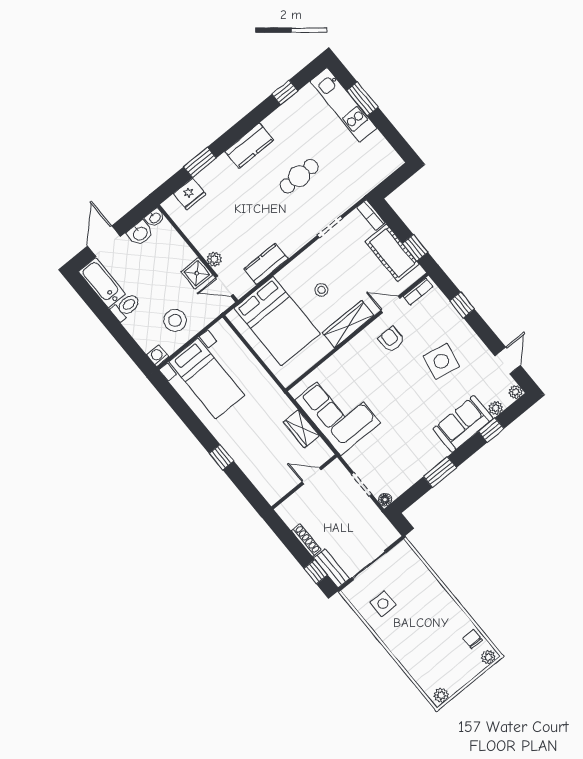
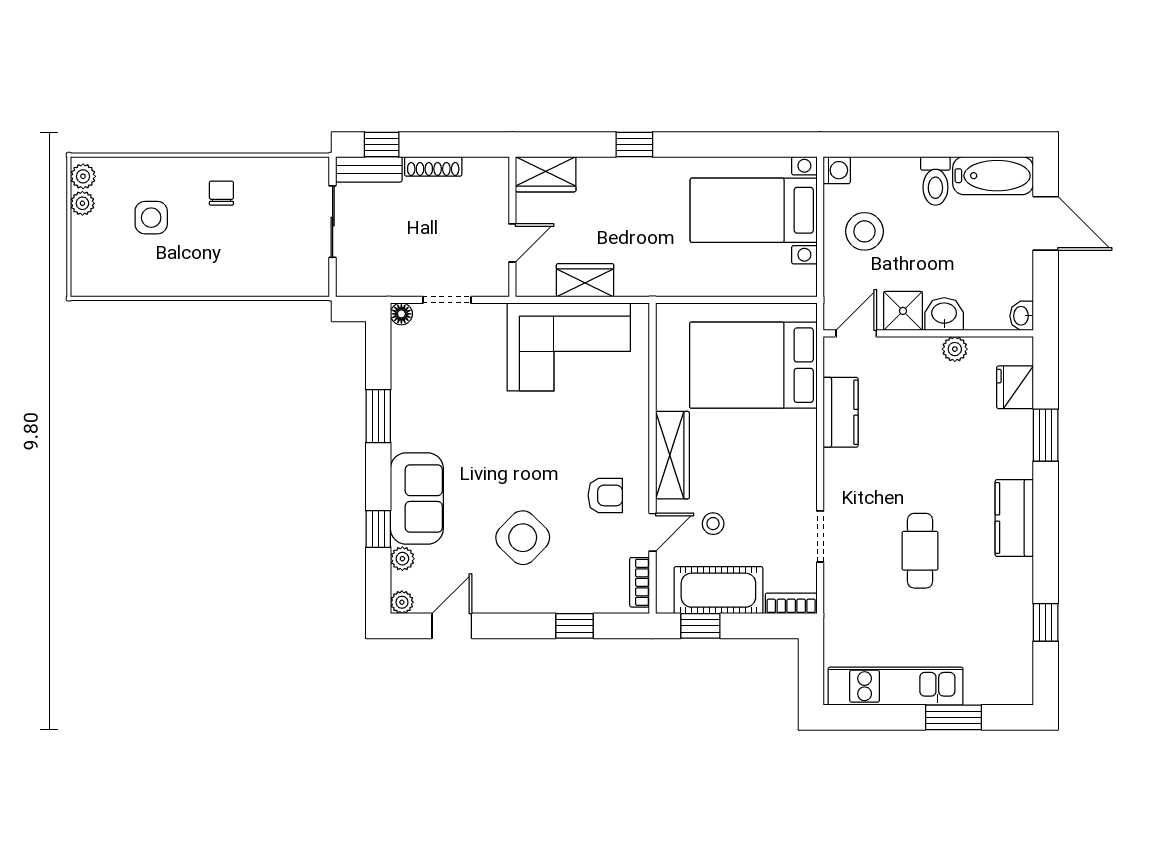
kitchen unit: (343, 105) -> (896, 686), moved
washbasin: (140, 233) -> (944, 314), moved, turned 90
plant: (214, 259) -> (955, 349), moved
stool: (321, 290) -> (713, 524), moved
side table: (441, 361) -> (523, 538), turned 33
door: (508, 361) -> (452, 626), swing flipped
wardrobe: (268, 486) -> (546, 174), added
side table: (383, 604) -> (151, 218), moved
chair: (473, 639) -> (221, 193), moved, turned -90
plant: (488, 657) -> (82, 203), moved

